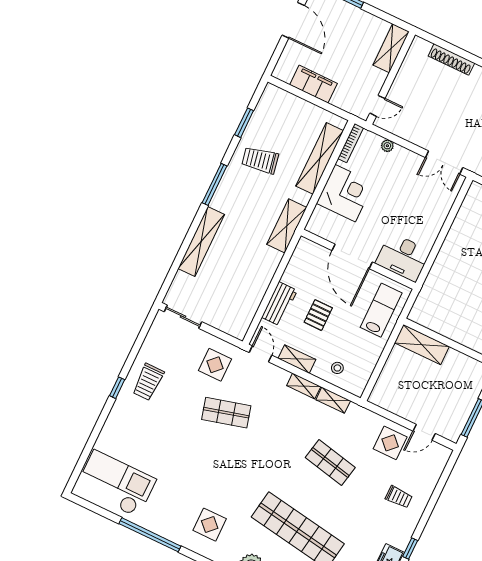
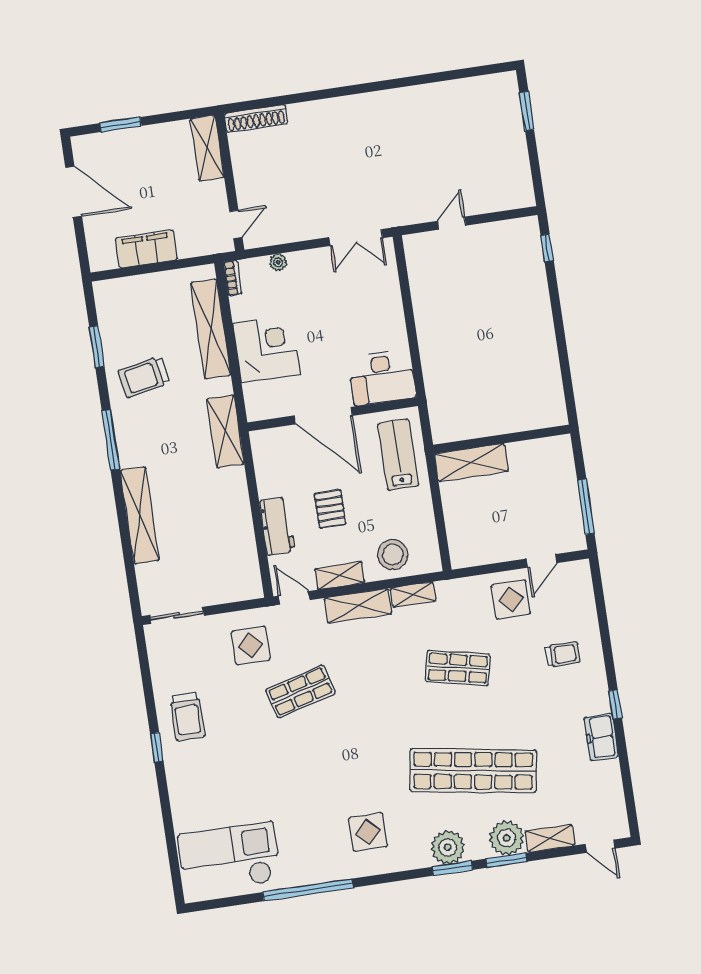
shoe rack: (451, 59) -> (256, 119), moved
bookcase: (351, 143) -> (233, 278), width x0.64
stool: (337, 368) -> (393, 555), width x1.89, depth x1.89
shelving: (304, 386) -> (358, 606), width x1.50, depth x1.33

